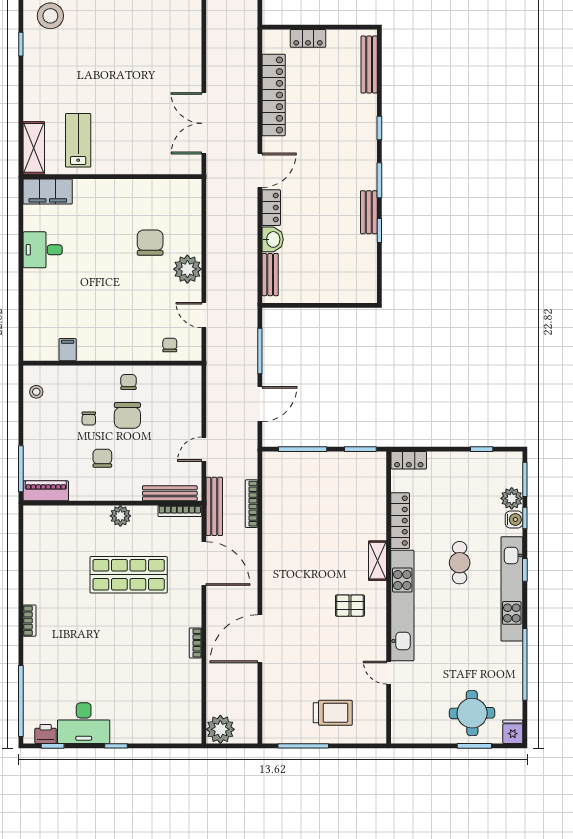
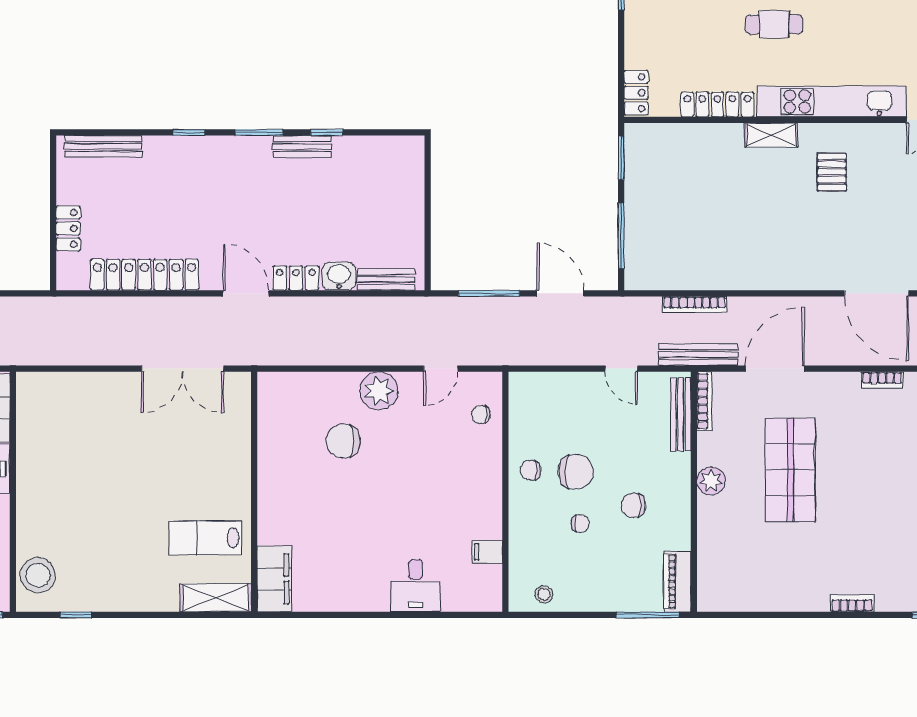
desk: (43, 250) -> (416, 586), moved

